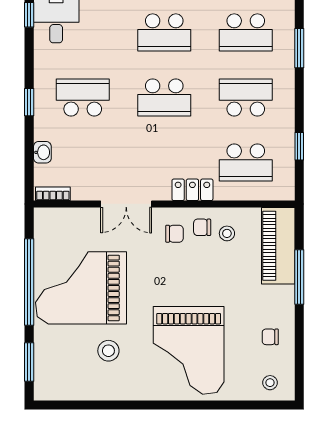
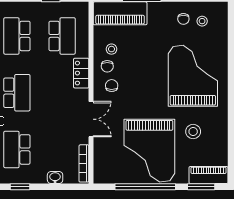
bookcase: (53, 194) -> (84, 163), width x1.56
grand piano: (189, 350) -> (193, 76), turned -90
piano: (46, 373) -> (208, 175), added
stool: (270, 383) -> (202, 21), moved

